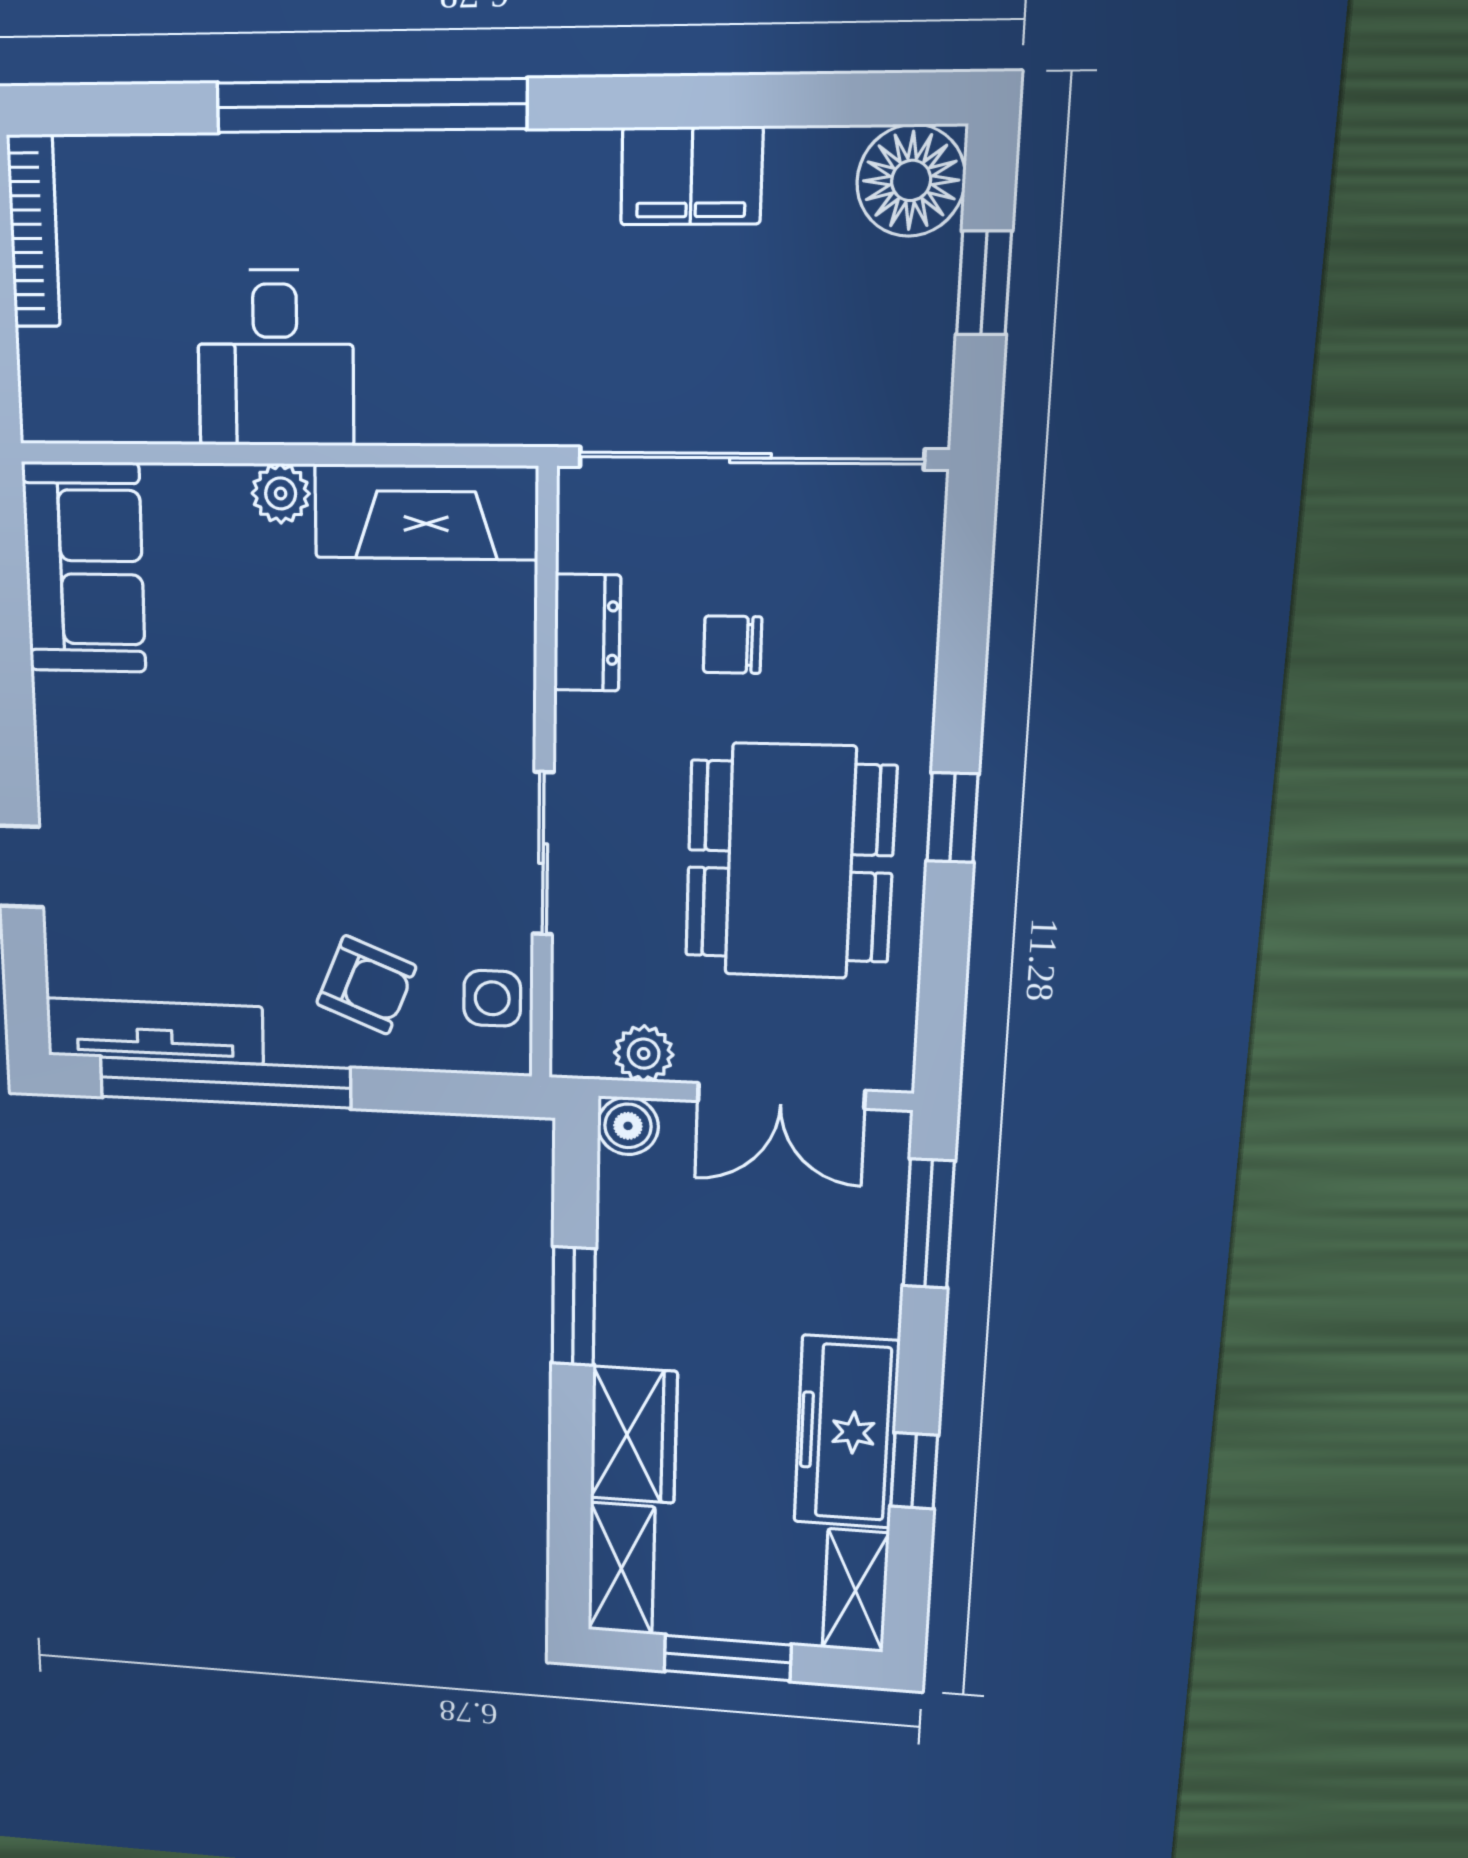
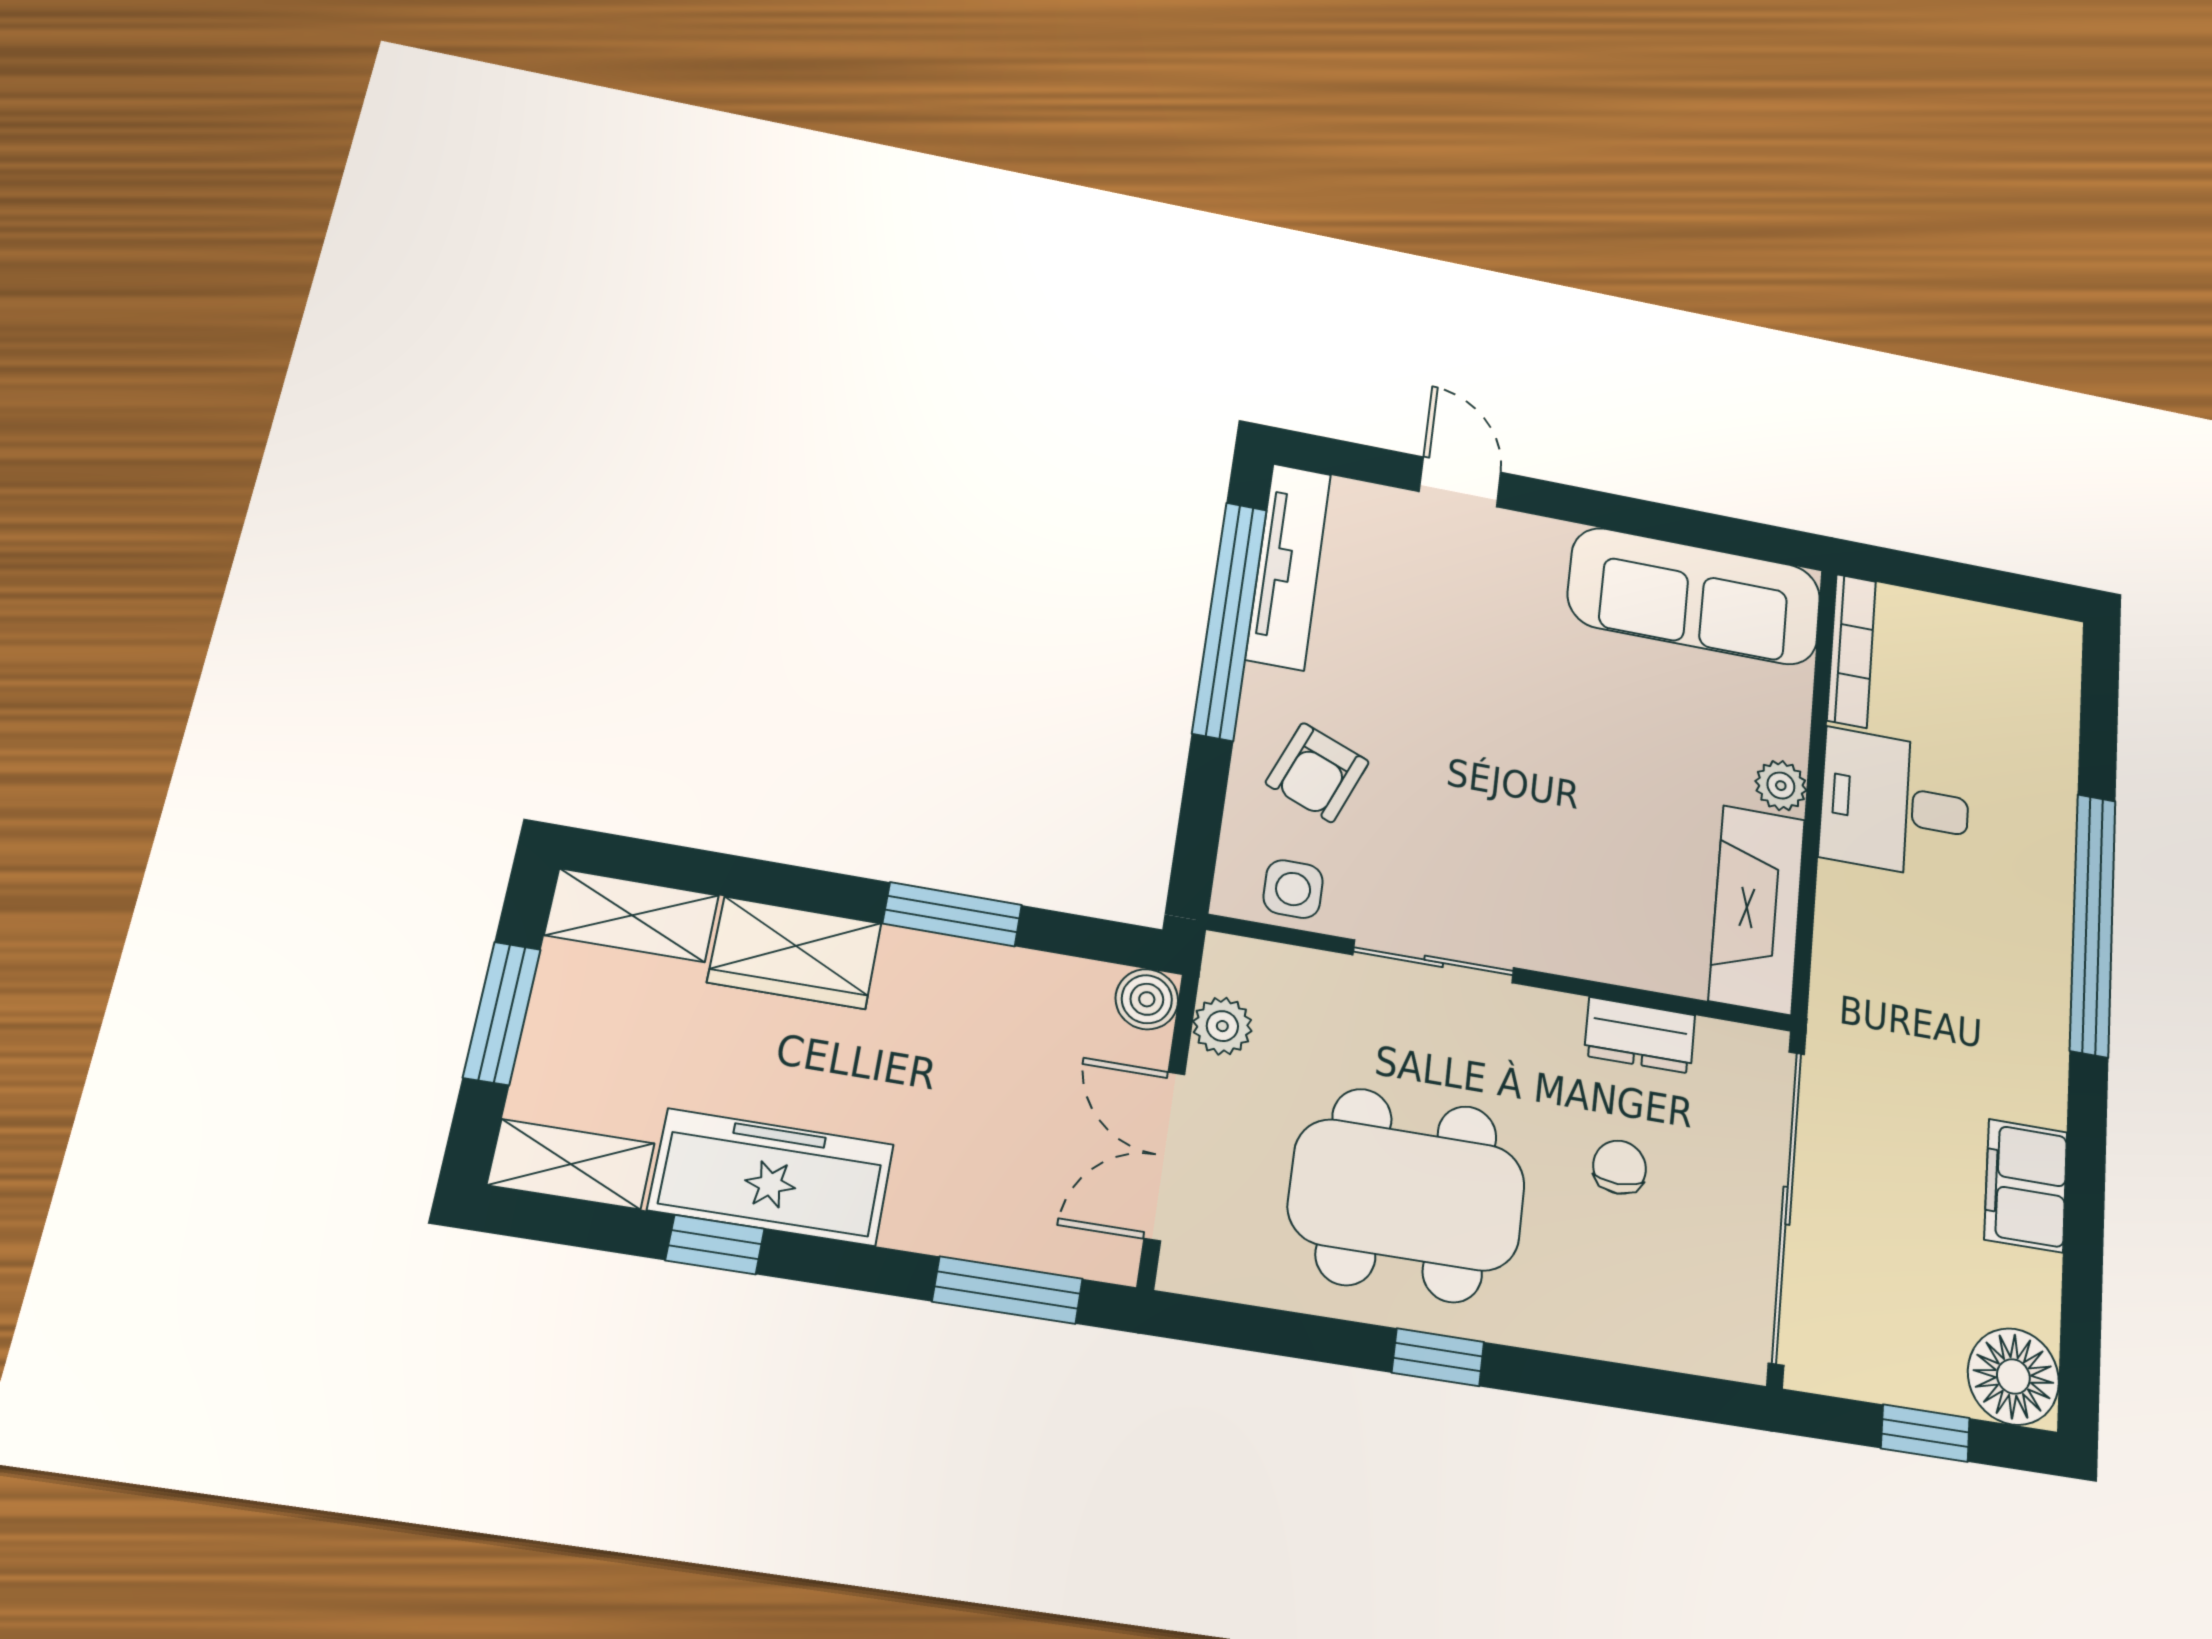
bookcase: (33, 231) -> (1852, 651), moved, turned -90
sofa: (84, 567) -> (1695, 596), width x1.36

